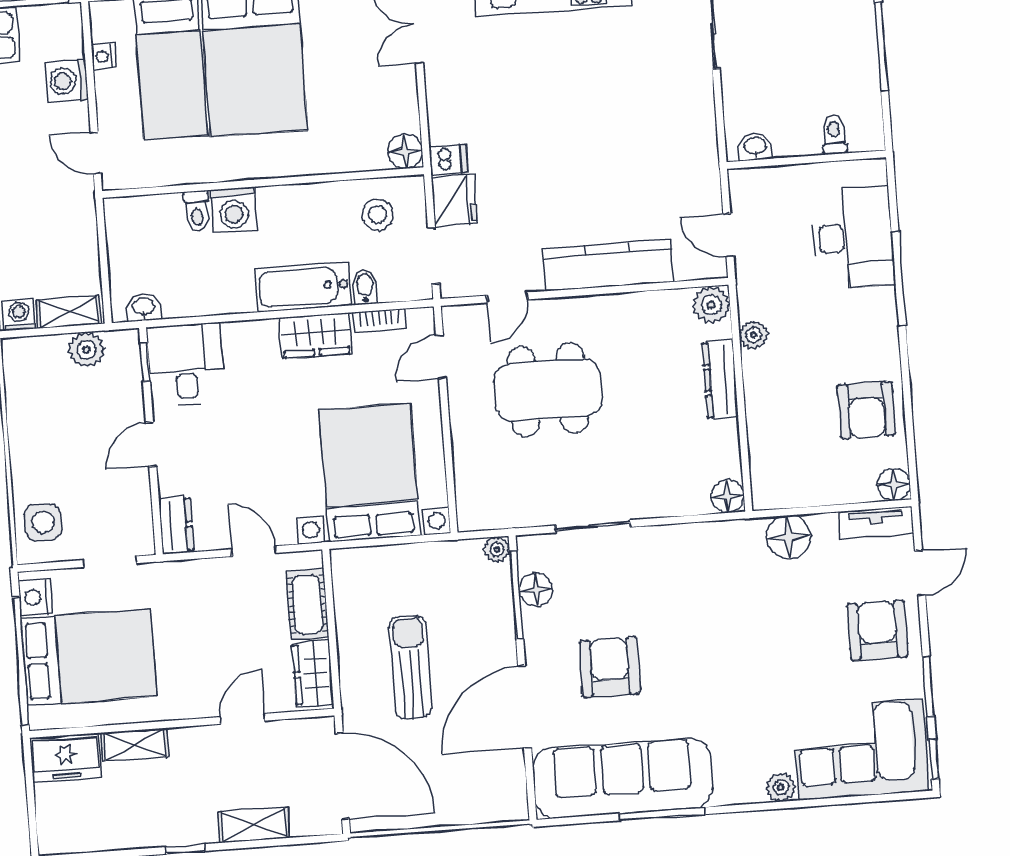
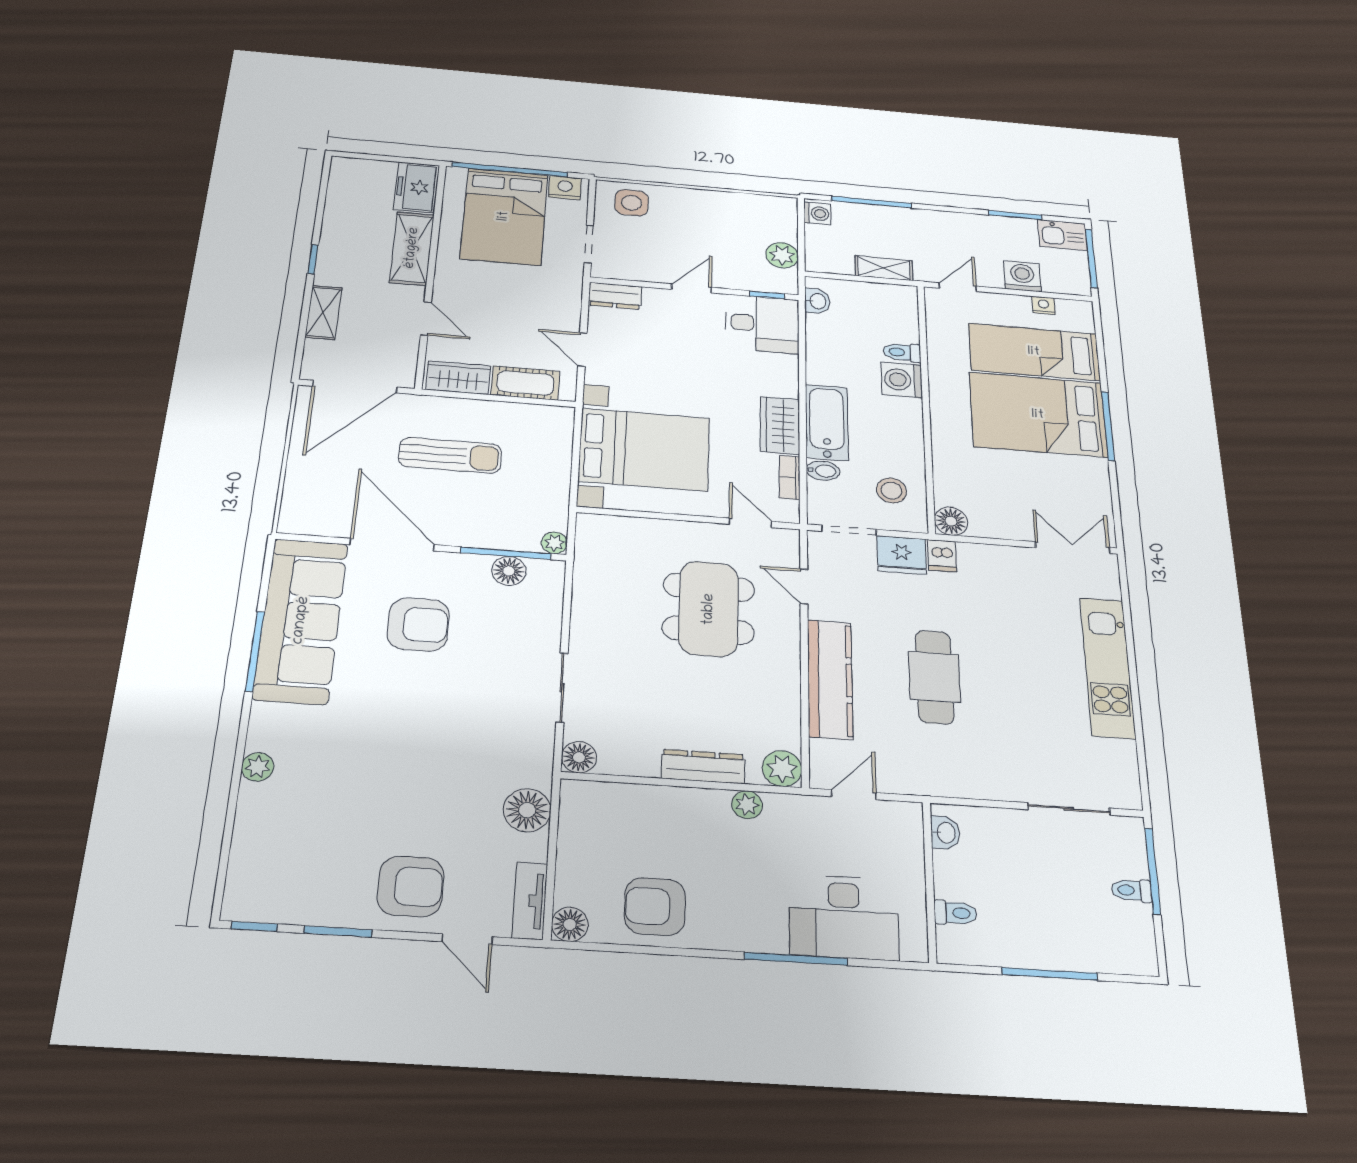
cafe table: (590, 162) -> (935, 677), added
shelving: (69, 312) -> (884, 268), moved, turned 90
door: (151, 444) -> (692, 288), hinge flipped
sliding door: (593, 526) -> (562, 688), moved
door: (254, 551) -> (582, 349), swing flipped
shelving: (135, 745) -> (412, 248), width x1.50, depth x1.33
corner sofa: (861, 749) -> (282, 852), removed

